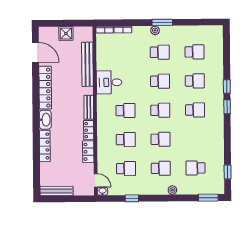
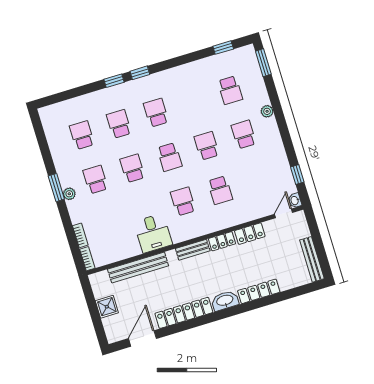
school desk: (160, 110) -> (170, 157), turned 180
school desk: (126, 140) -> (220, 190), turned 180
school desk: (126, 169) -> (257, 179), removed
window: (132, 198) -> (297, 174), moved

